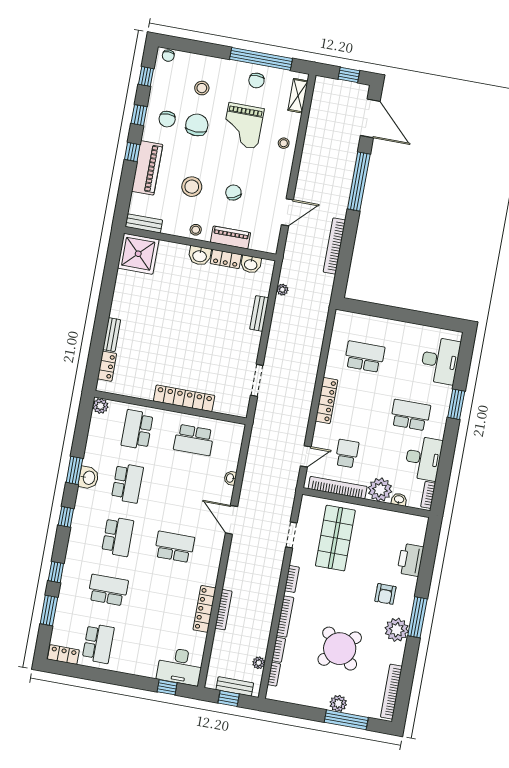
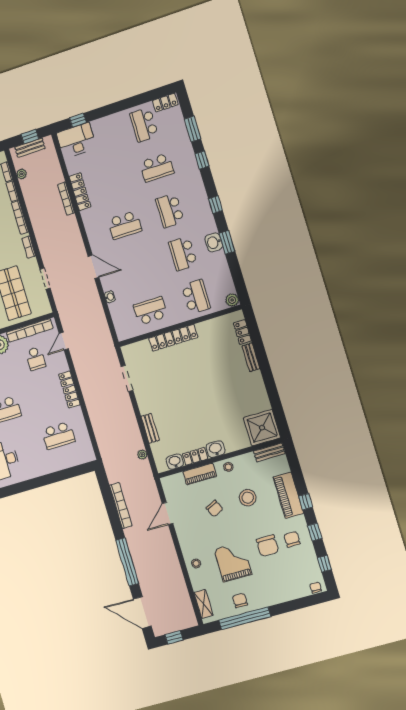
stool: (202, 88) -> (278, 575), removed

